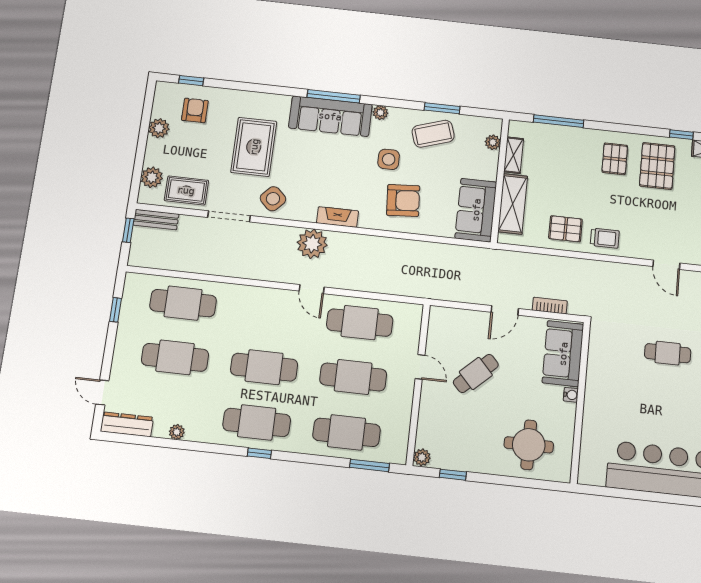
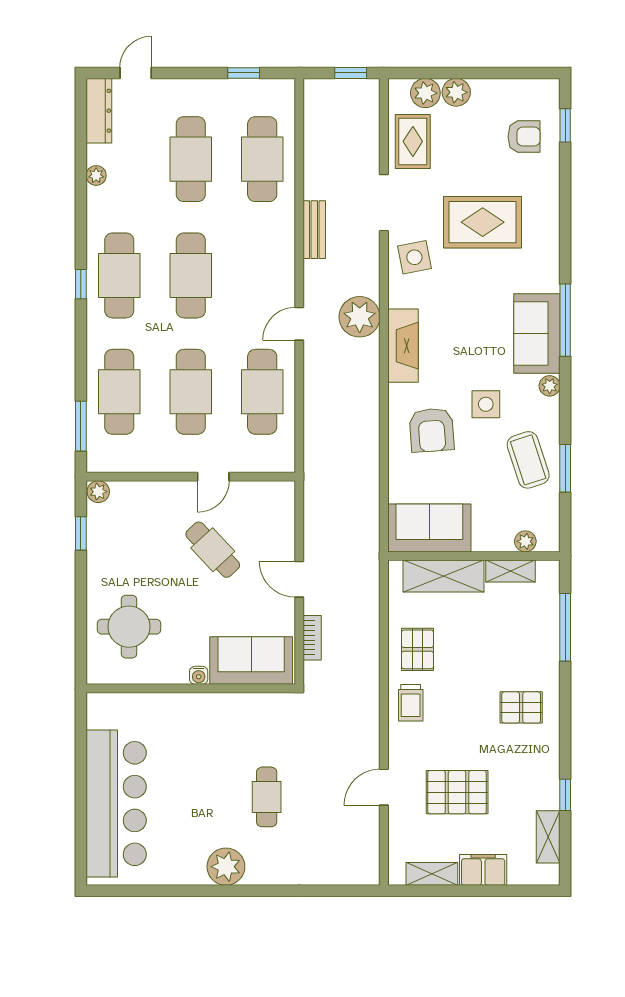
sofa: (330, 116) -> (537, 334), width x0.73
plant: (159, 128) -> (456, 92), moved
pallet: (657, 166) -> (457, 792), moved
side table: (273, 199) -> (414, 257), turned 35
fireplace: (337, 217) -> (403, 346), width x1.37, depth x1.32
bench: (156, 220) -> (314, 230), moved

